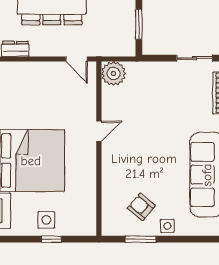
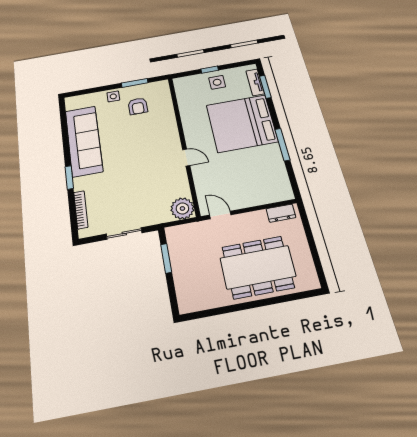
sliding door: (195, 58) -> (124, 233), moved
door: (99, 131) -> (186, 157), swing flipped
armchair: (141, 207) -> (138, 106), turned 50

